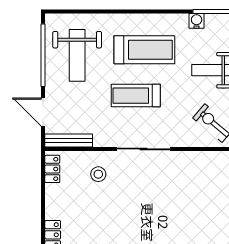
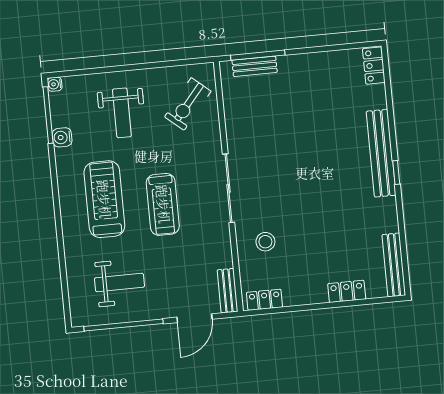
weight bench: (77, 55) -> (119, 282), width x0.73, depth x0.75
bench: (69, 140) -> (228, 291), width x0.73

